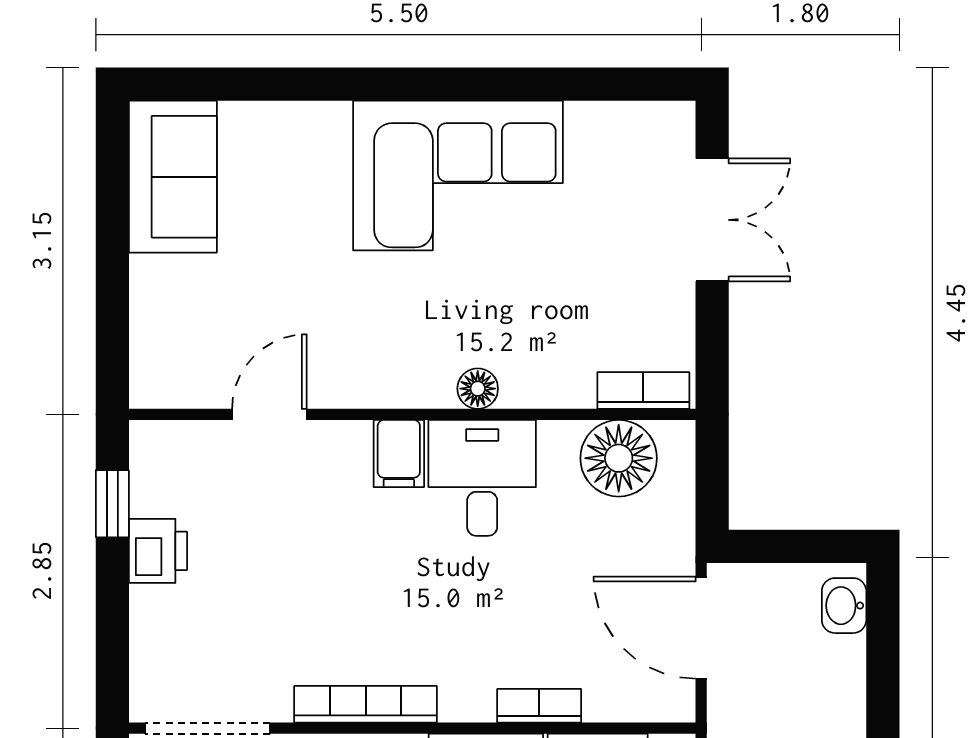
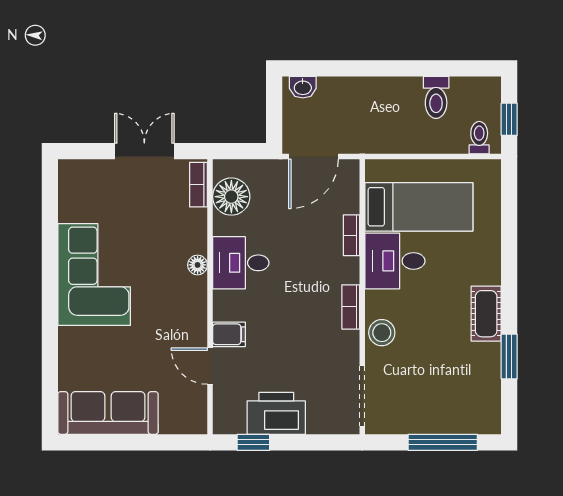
sofa: (173, 177) -> (108, 413), width x1.36
double door: (712, 220) -> (144, 151), moved
filing cabinet: (399, 454) -> (229, 334), moved
printer: (158, 551) -> (276, 413), width x1.87, depth x1.48
bookcase: (366, 704) -> (351, 307), width x0.64

